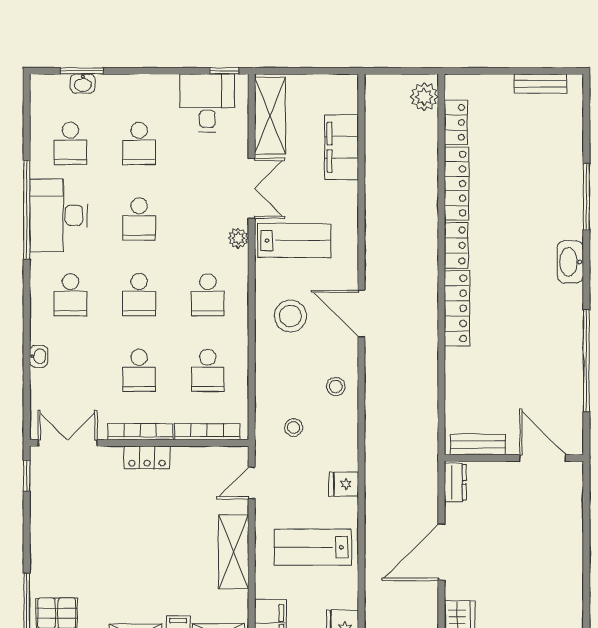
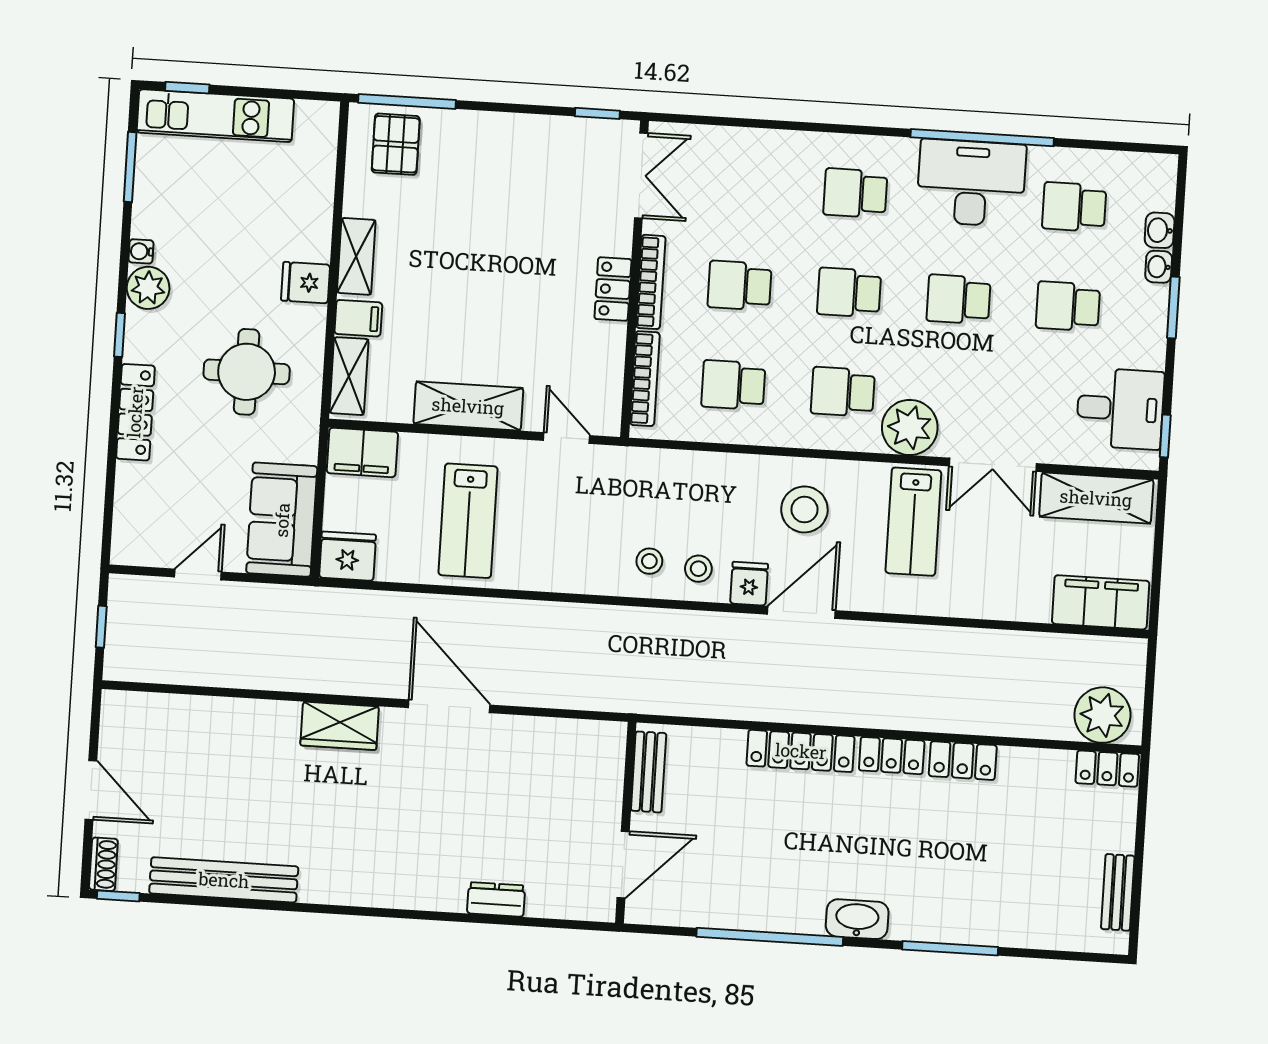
window: (82, 71) -> (1173, 307), moved
plant: (424, 97) -> (1102, 715), width x1.36, depth x1.36
locker: (456, 122) -> (1107, 769), moved
filing cabinet: (342, 147) -> (1101, 602), moved
locker: (457, 184) -> (963, 761), width x0.66
plant: (238, 238) -> (910, 427), width x1.88, depth x1.88
washbasin: (39, 356) -> (1159, 267), moved, turned 90
window: (586, 361) -> (770, 937), moved
stool: (294, 428) -> (649, 561), moved
bench: (478, 444) -> (649, 772), moved
wall: (514, 458) -> (626, 823), moved
door: (543, 458) -> (623, 864), moved
dresser: (455, 482) -> (496, 899), moved, turned 180
fridge: (344, 484) -> (749, 584), moved
lab bench: (313, 547) -> (468, 521), turned 180

